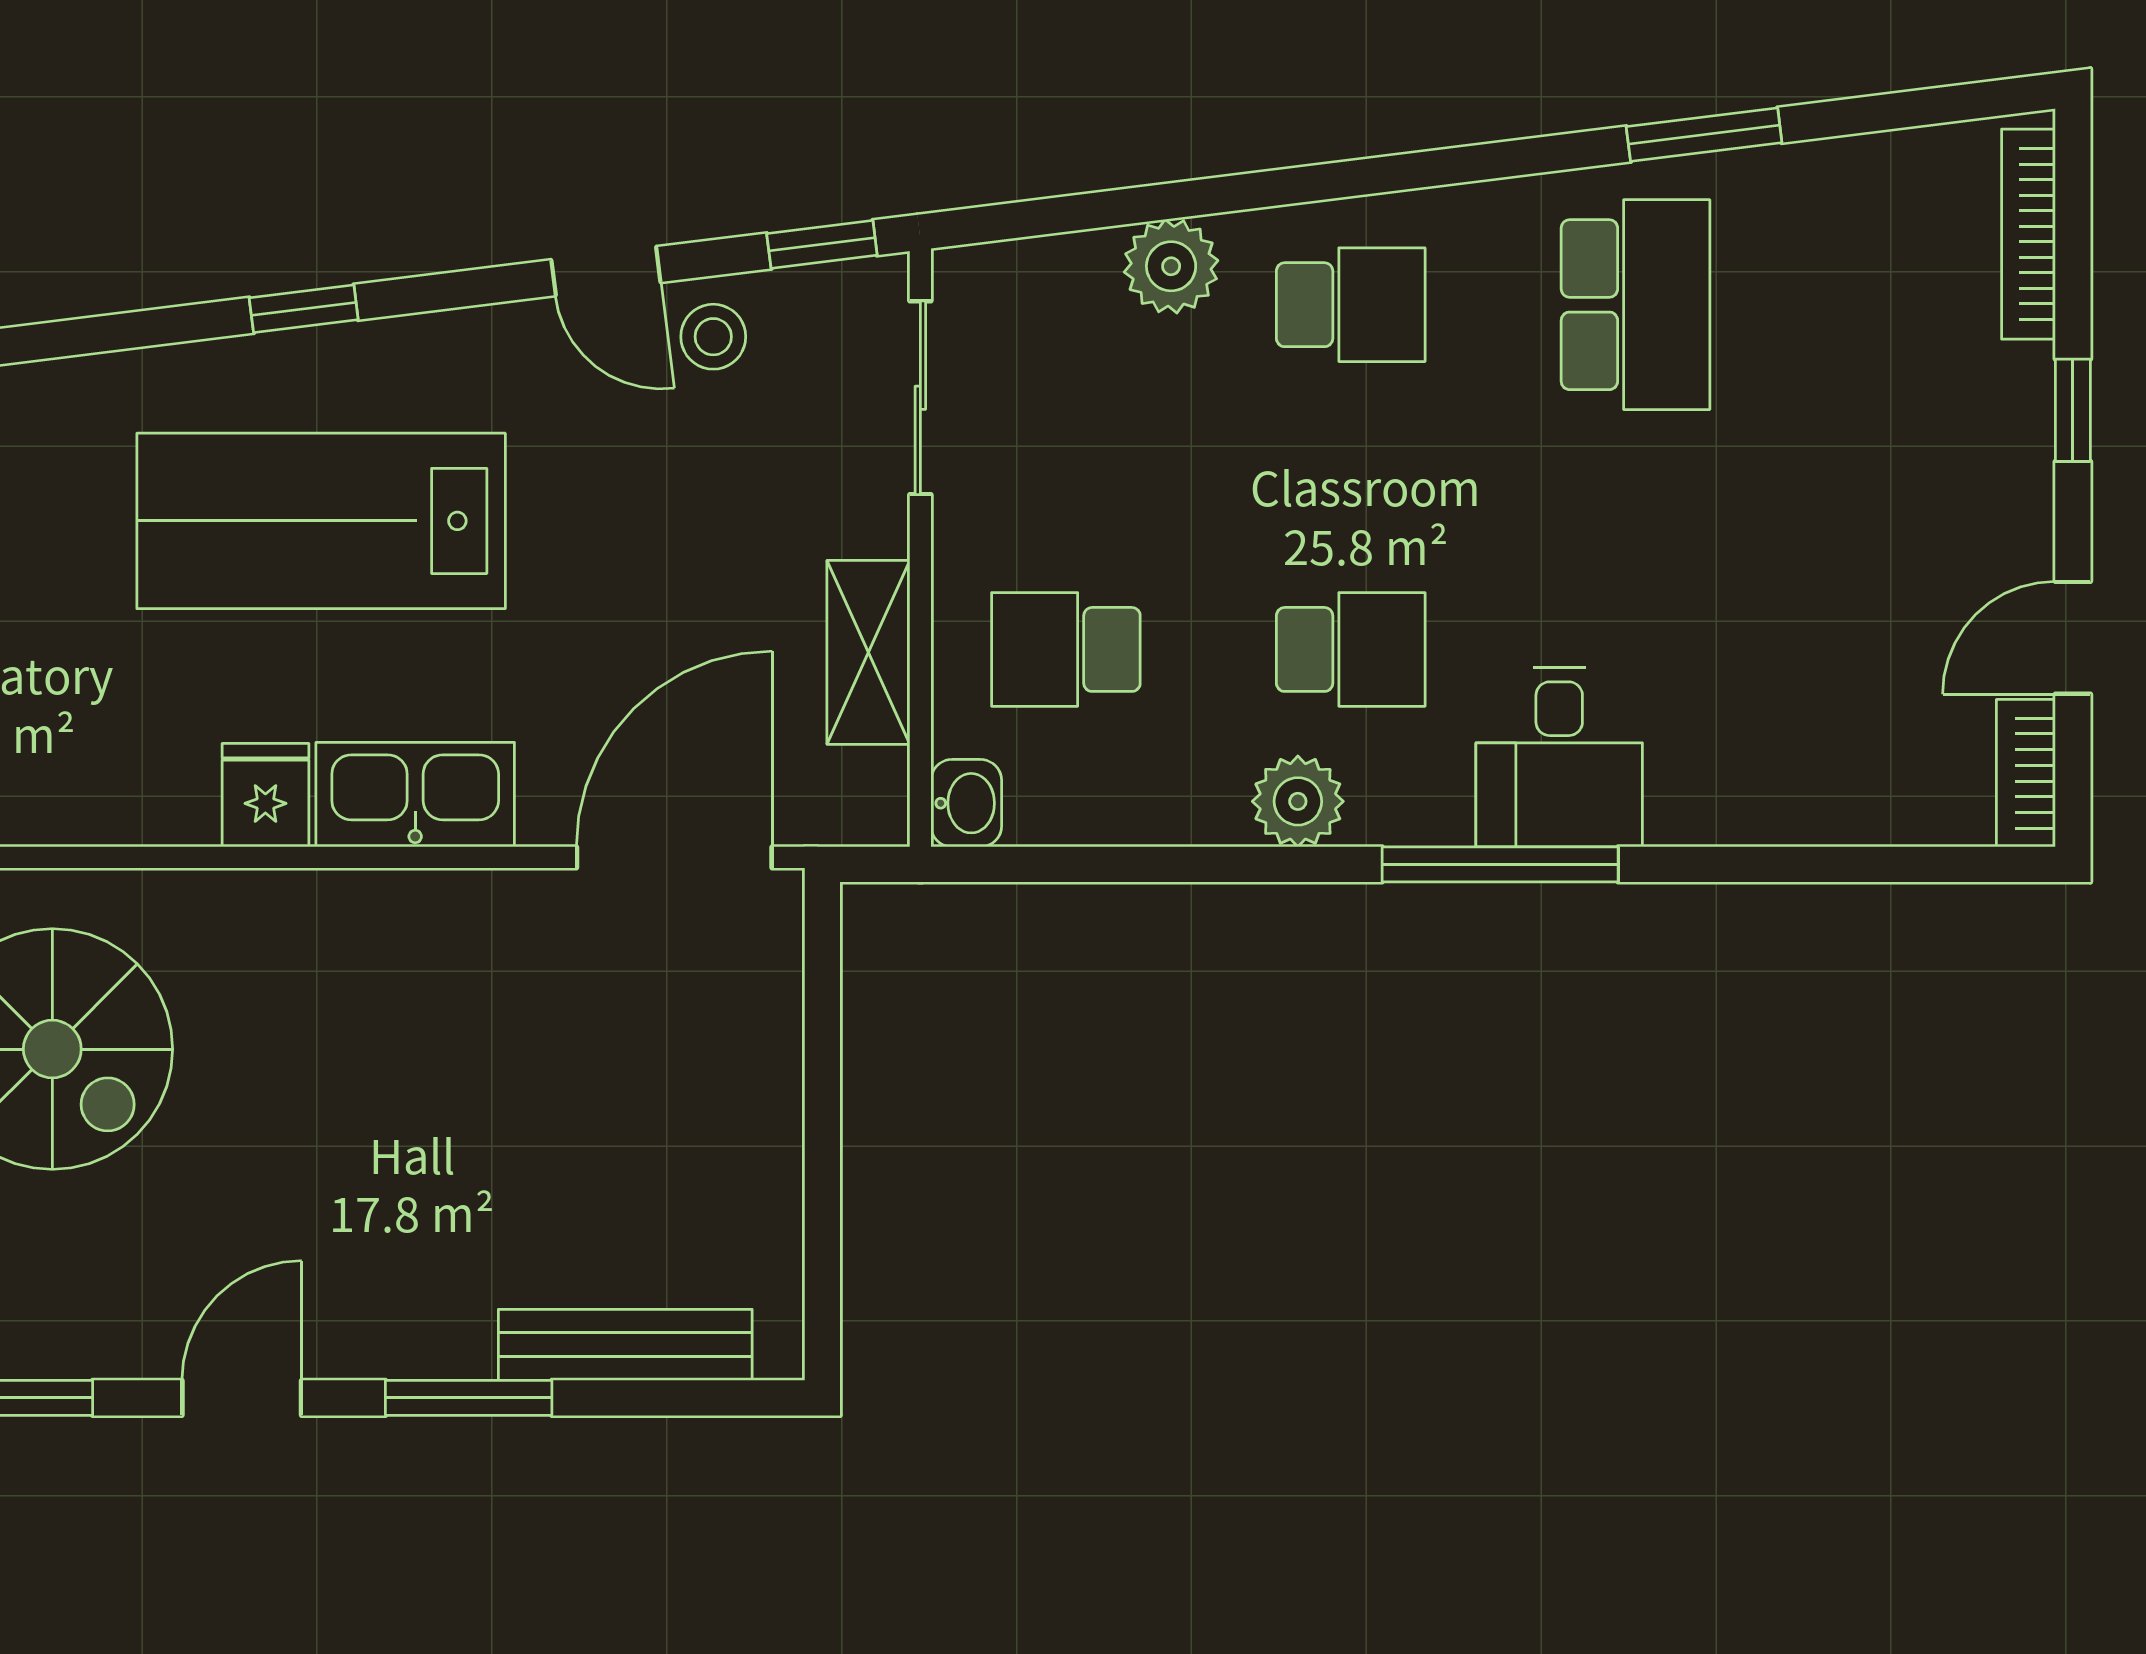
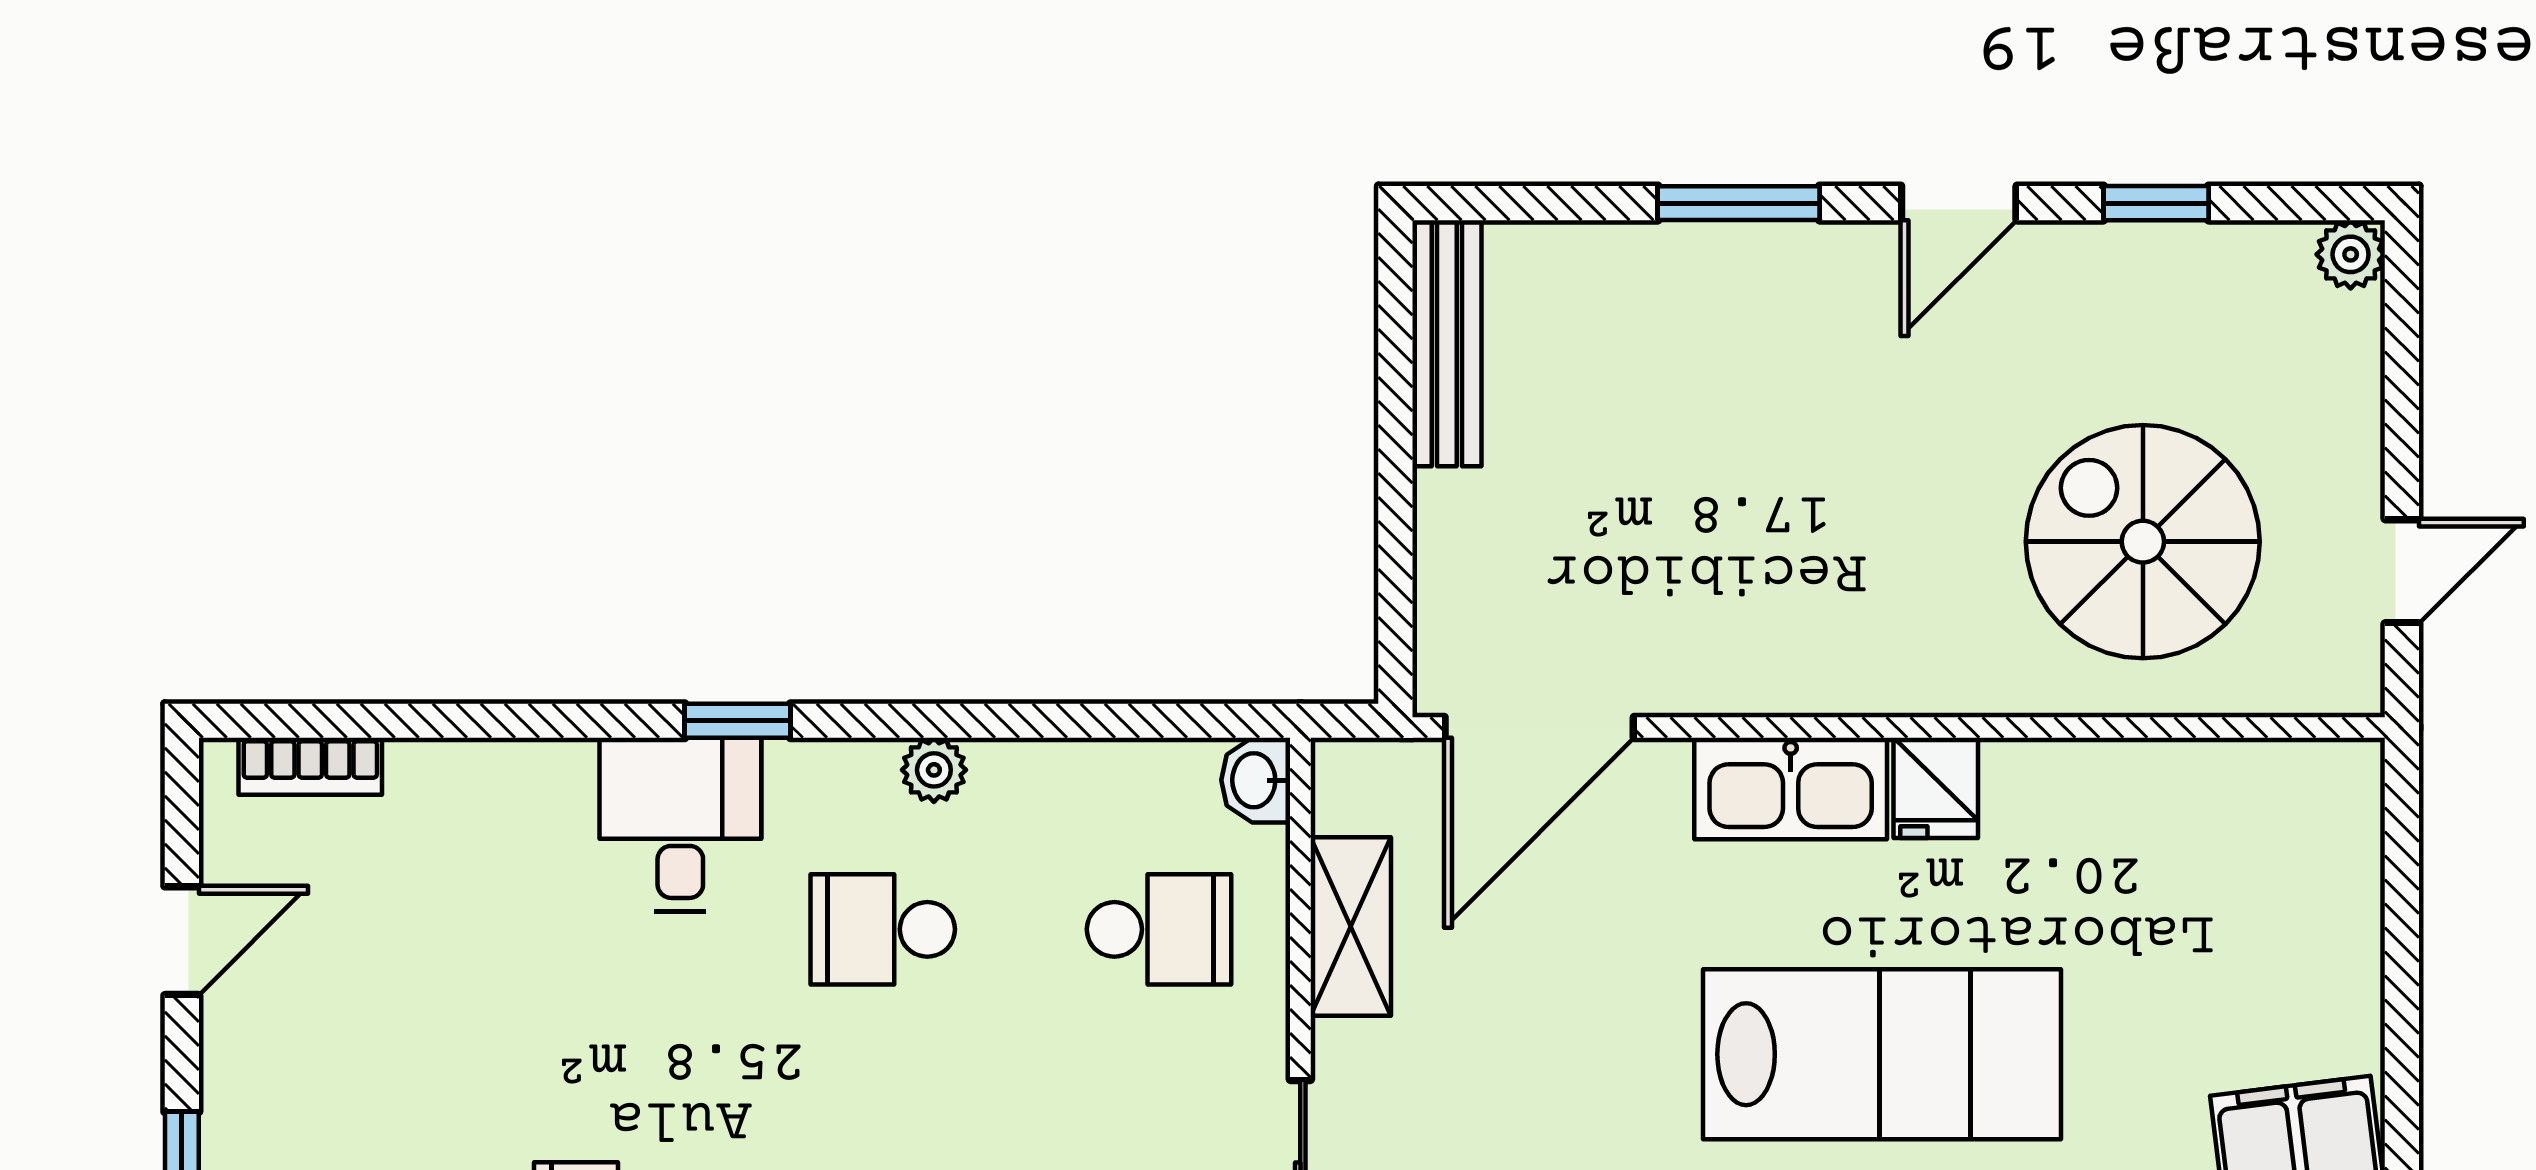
bookcase: (2026, 773) -> (310, 766), moved, turned 90
plant: (1298, 801) -> (934, 770), width x0.73, depth x0.73
window: (1500, 864) -> (738, 721), width x0.46
bench: (625, 1345) -> (1447, 343), moved, turned 90

